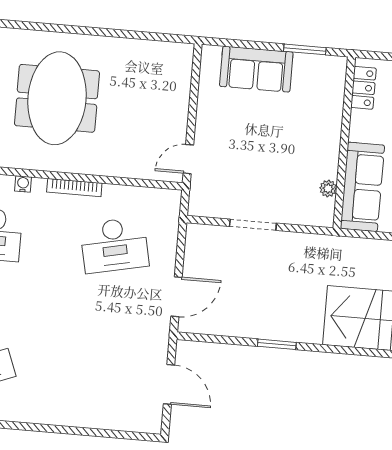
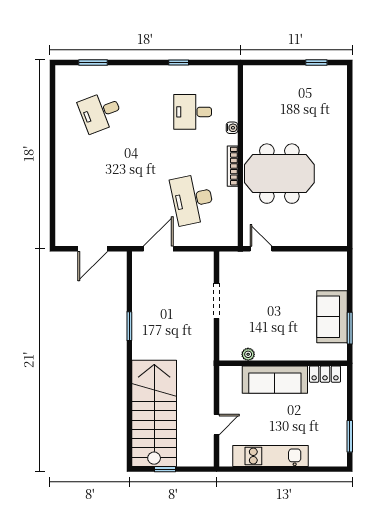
sofa: (256, 69) -> (332, 317), moved
meeting table: (57, 98) -> (279, 174), moved
sofa: (362, 187) -> (275, 380), moved
door: (177, 297) -> (158, 249), swing flipped

